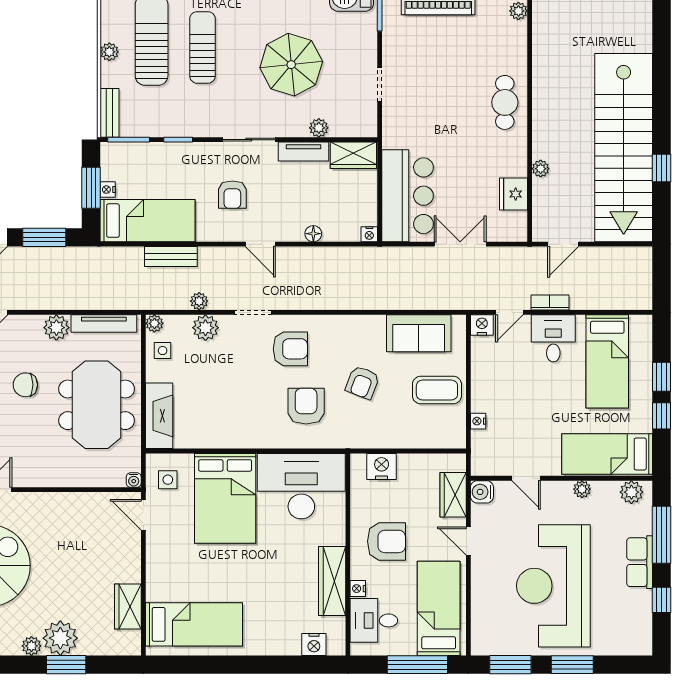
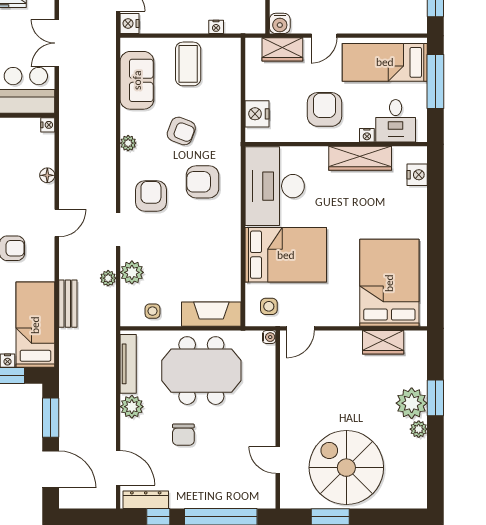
plant: (154, 323) -> (128, 143), moved
bed: (194, 624) -> (389, 283), width x1.50

